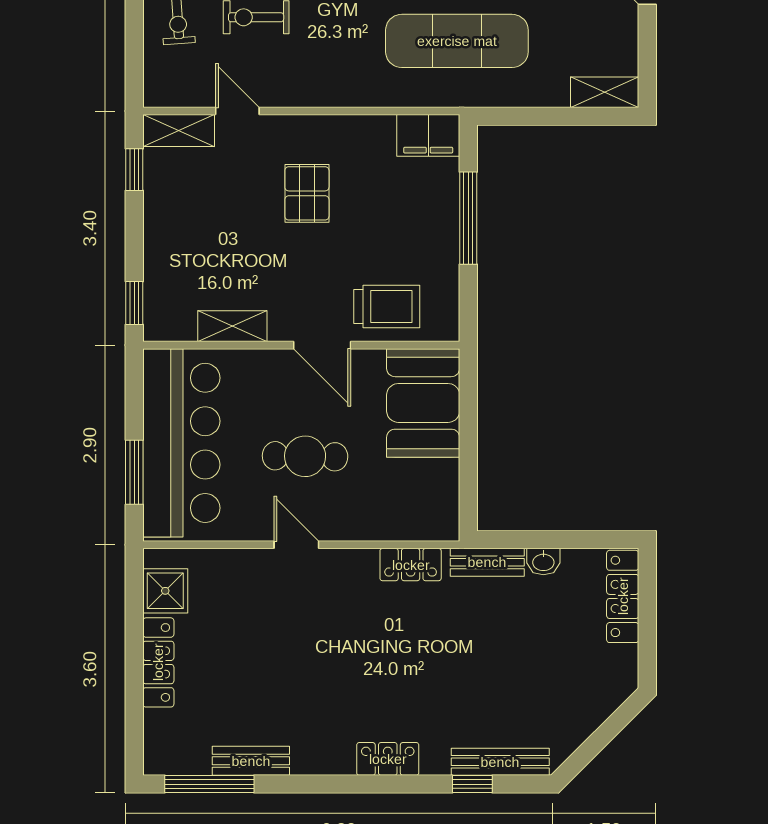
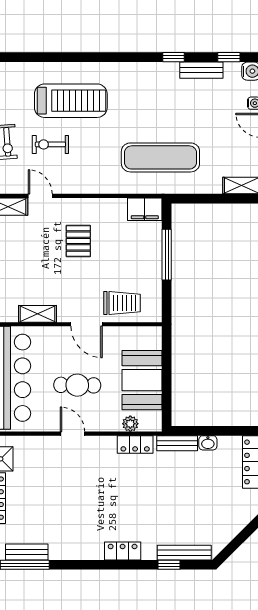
booth: (423, 403) -> (142, 380), moved
plant: (402, 527) -> (130, 424), added
bench: (251, 761) -> (27, 552), moved

